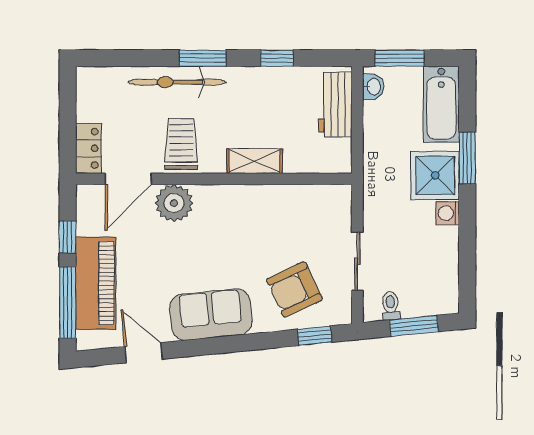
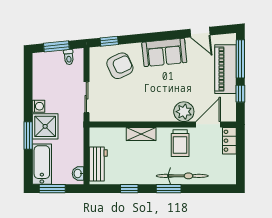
window: (399, 58) -> (52, 189), moved
sliding door: (357, 261) -> (86, 97), moved

